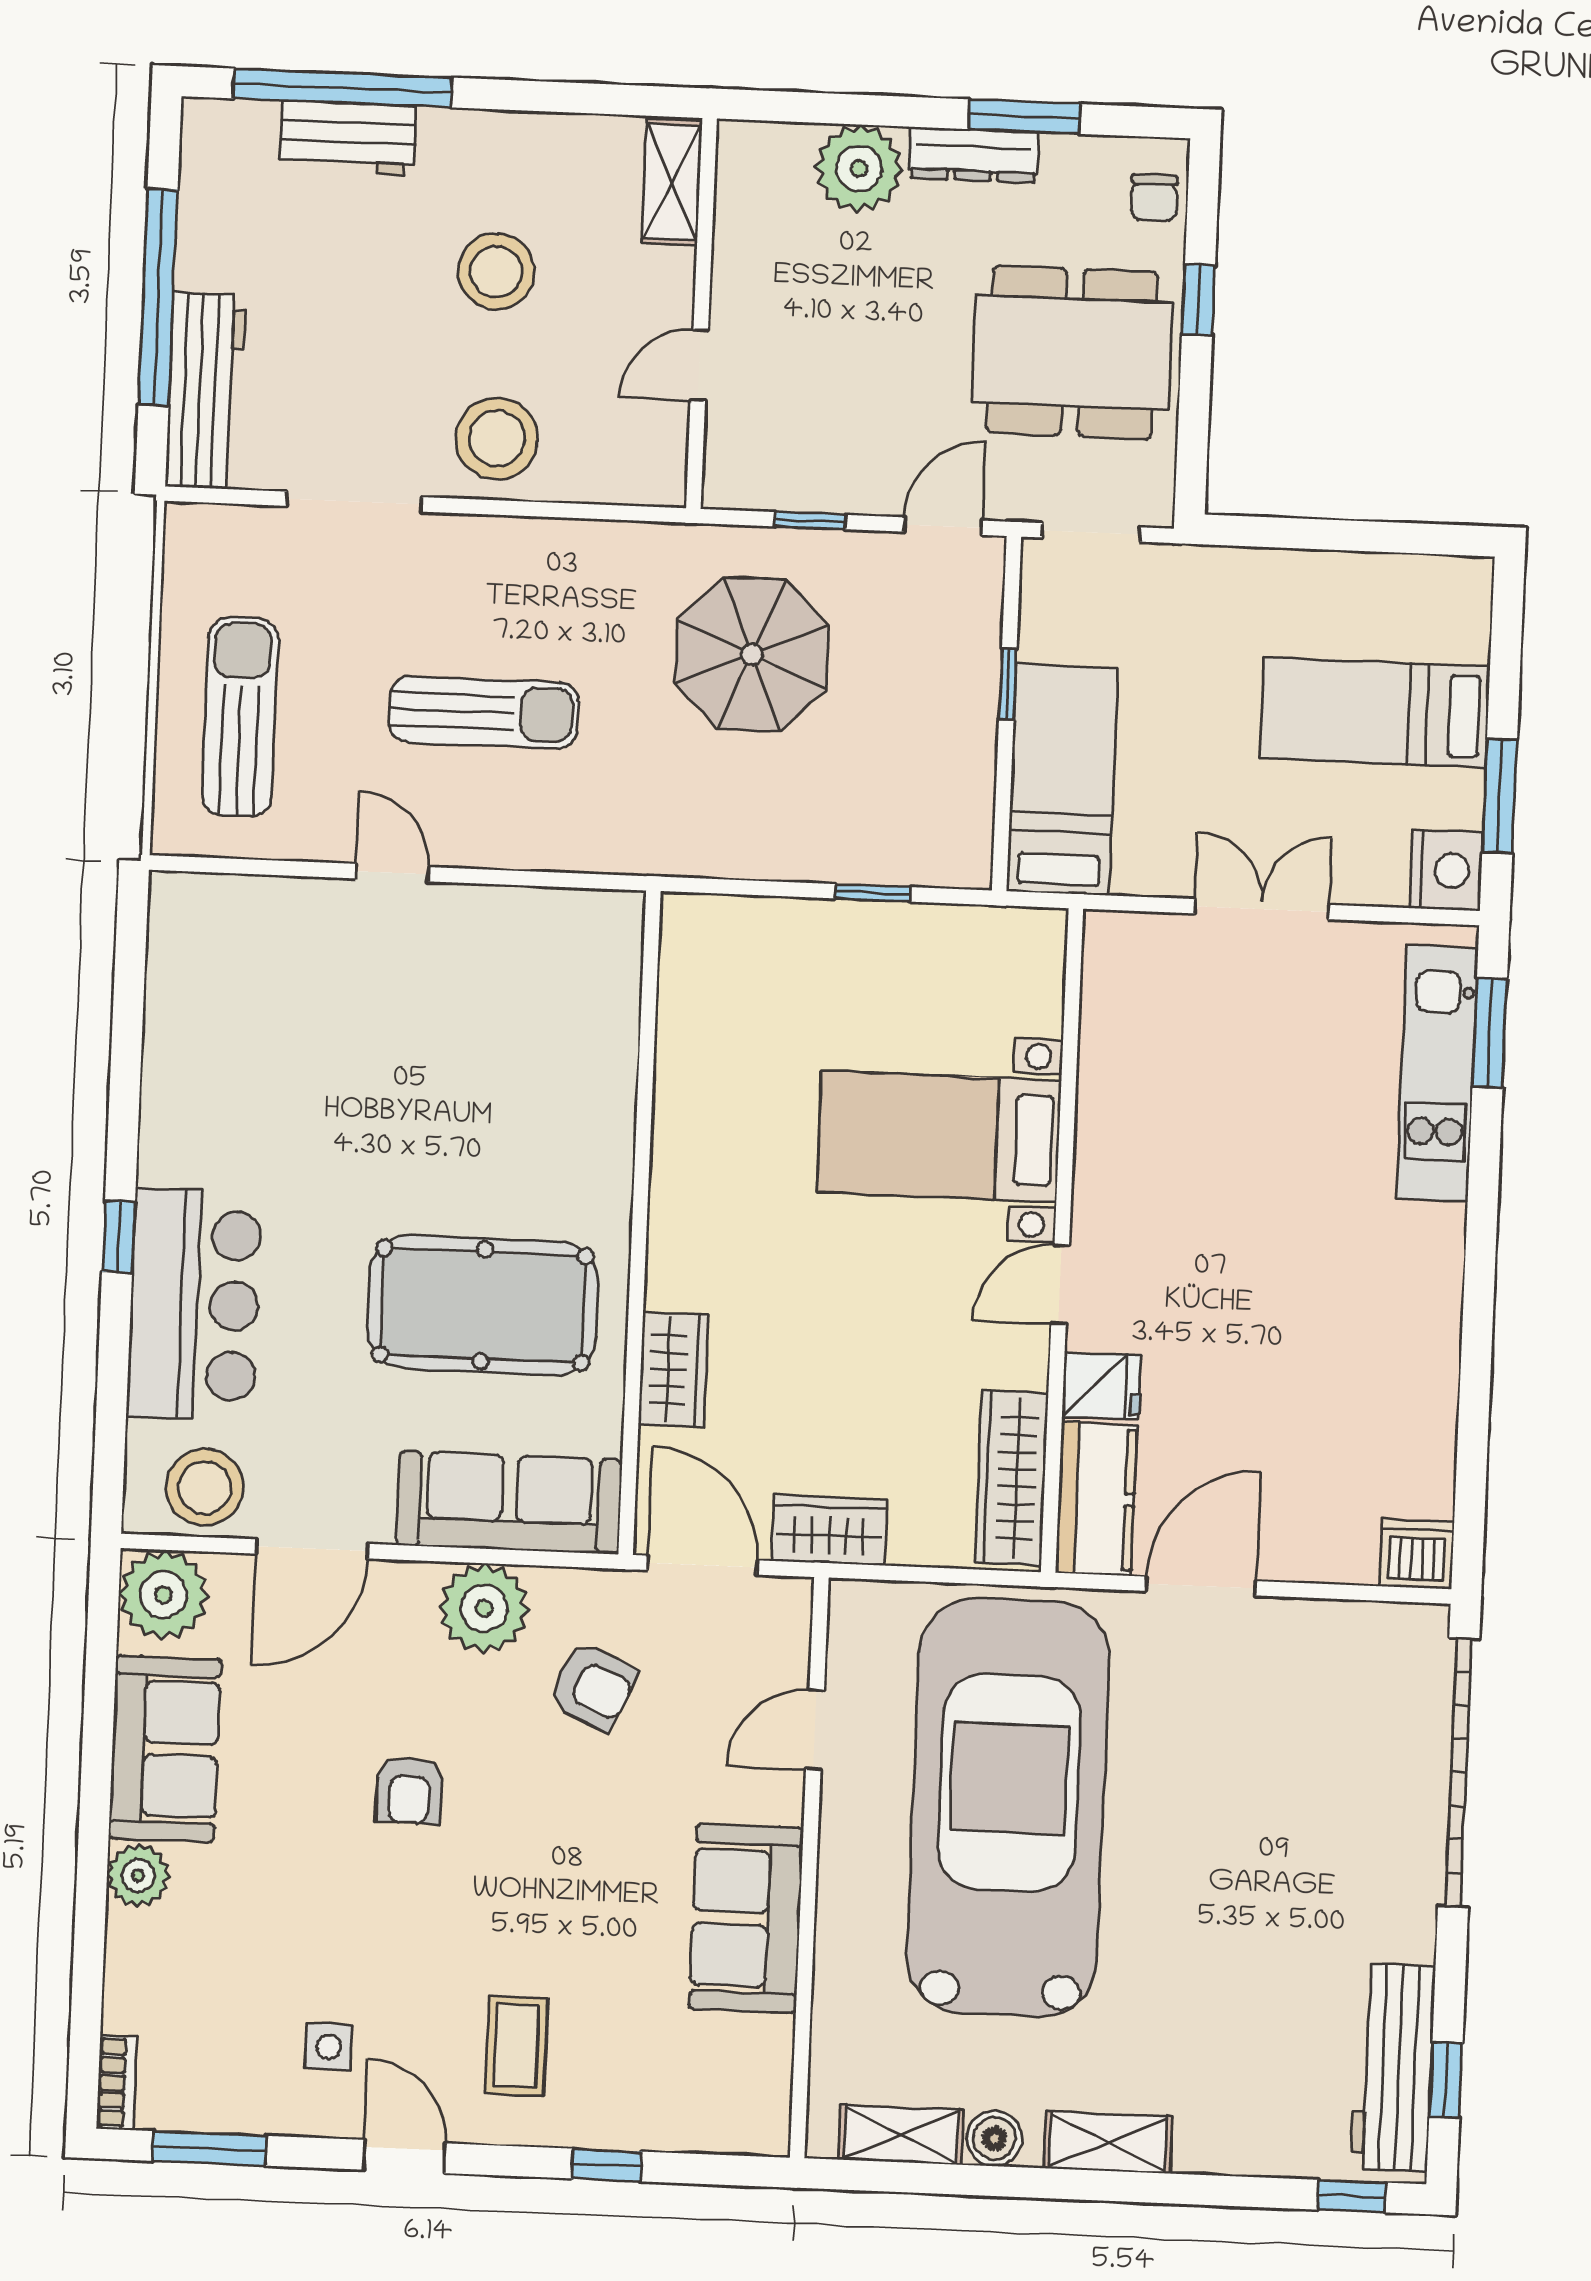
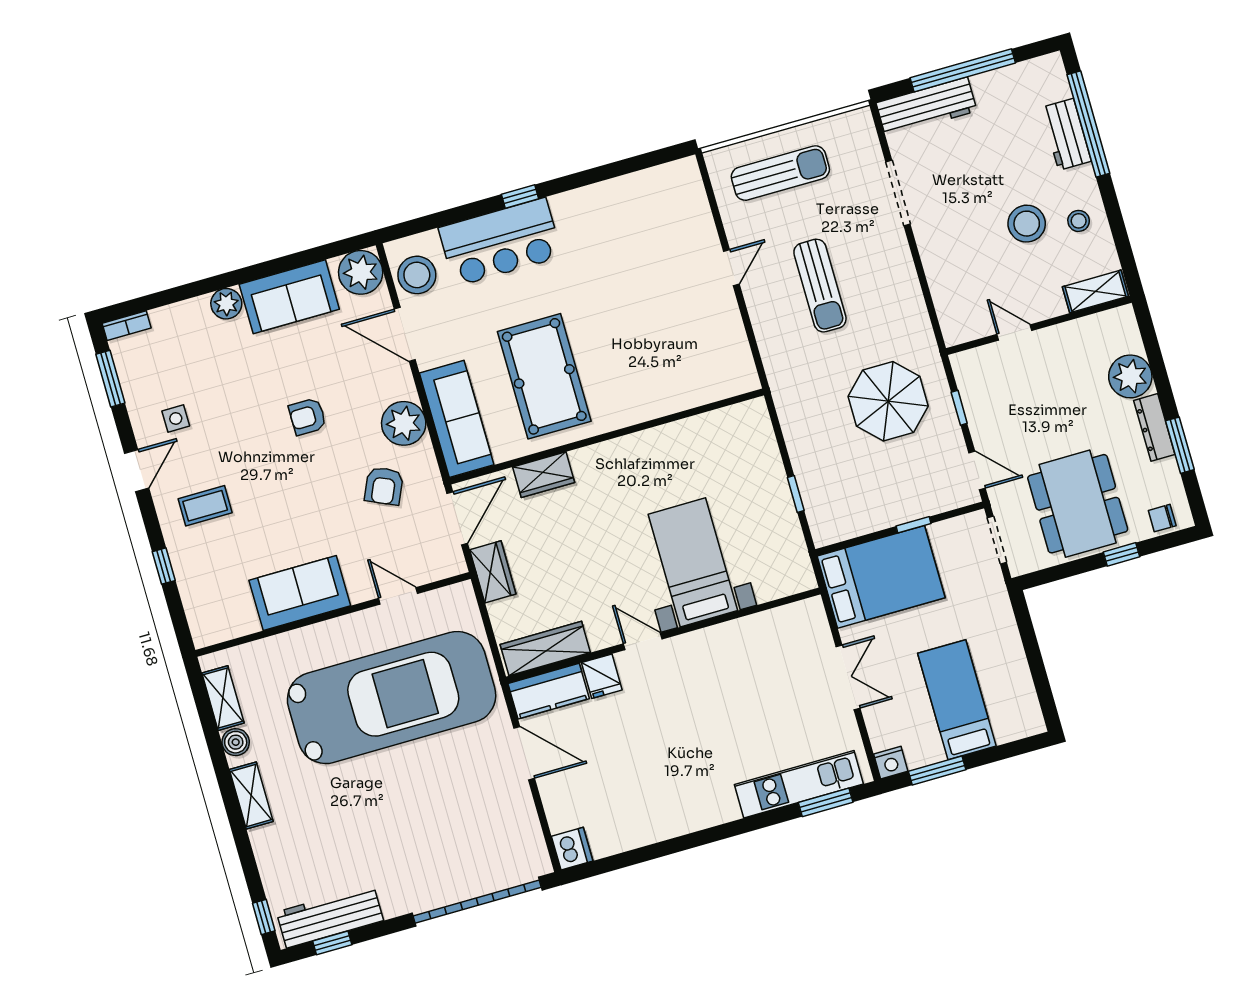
stool: (497, 438) -> (1079, 221), moved, width x0.53, depth x0.53
bed: (1062, 780) -> (881, 577), width x1.50
nightstand: (1446, 870) -> (891, 763), width x0.74, depth x0.75

